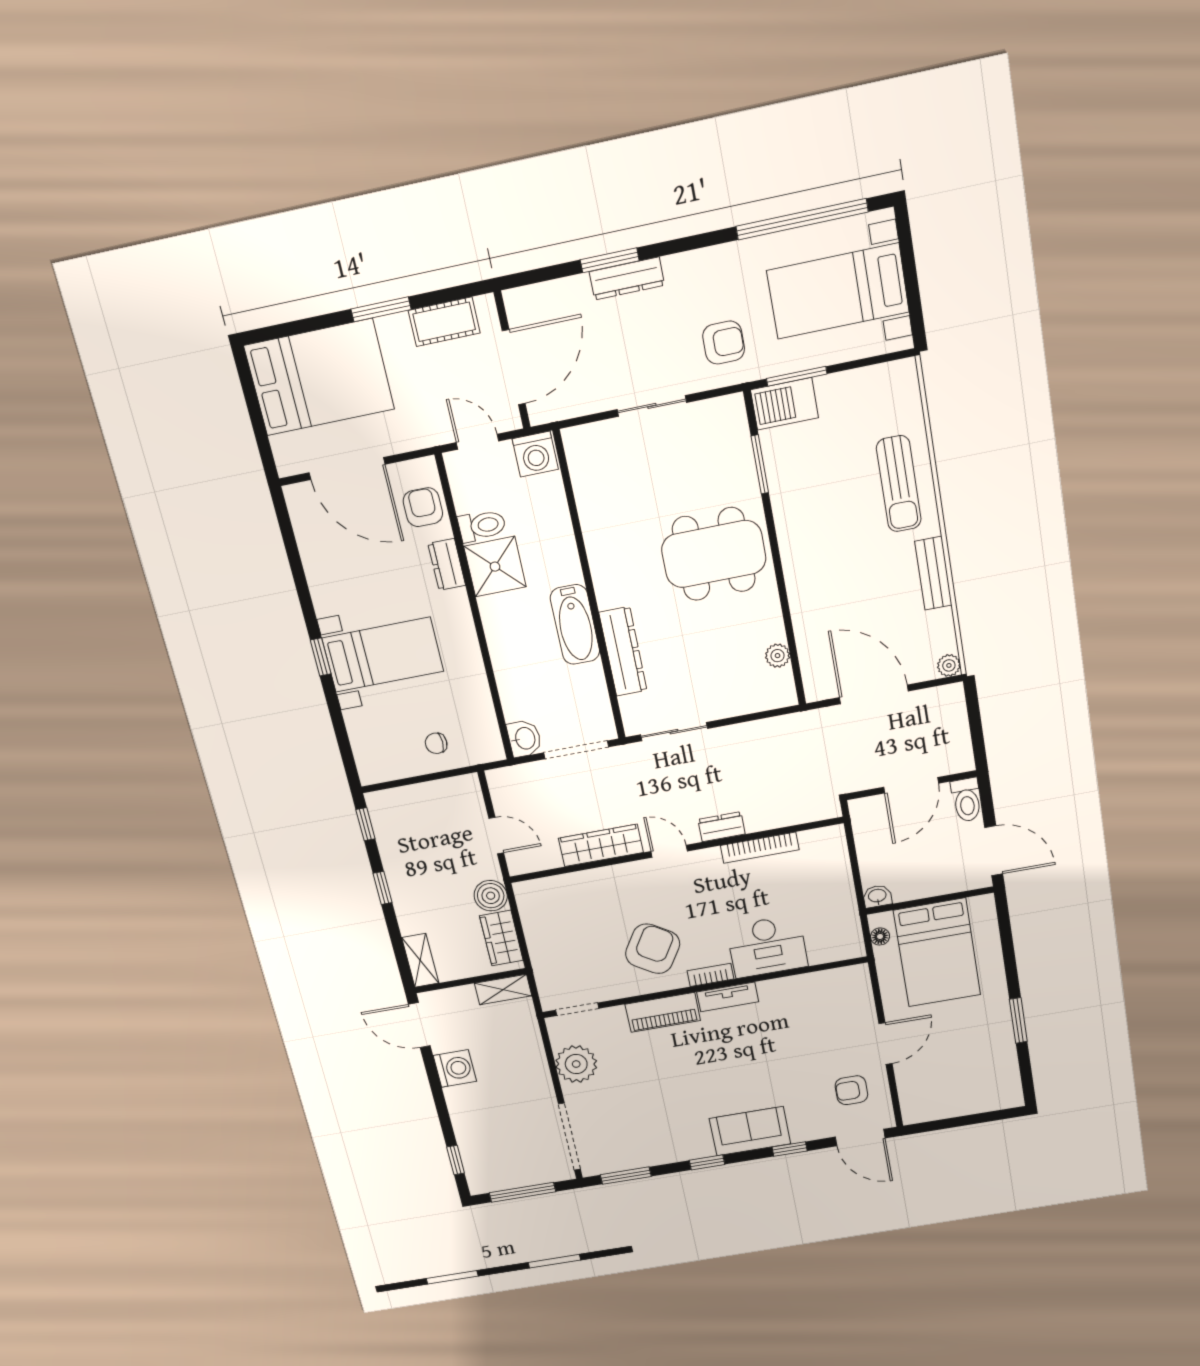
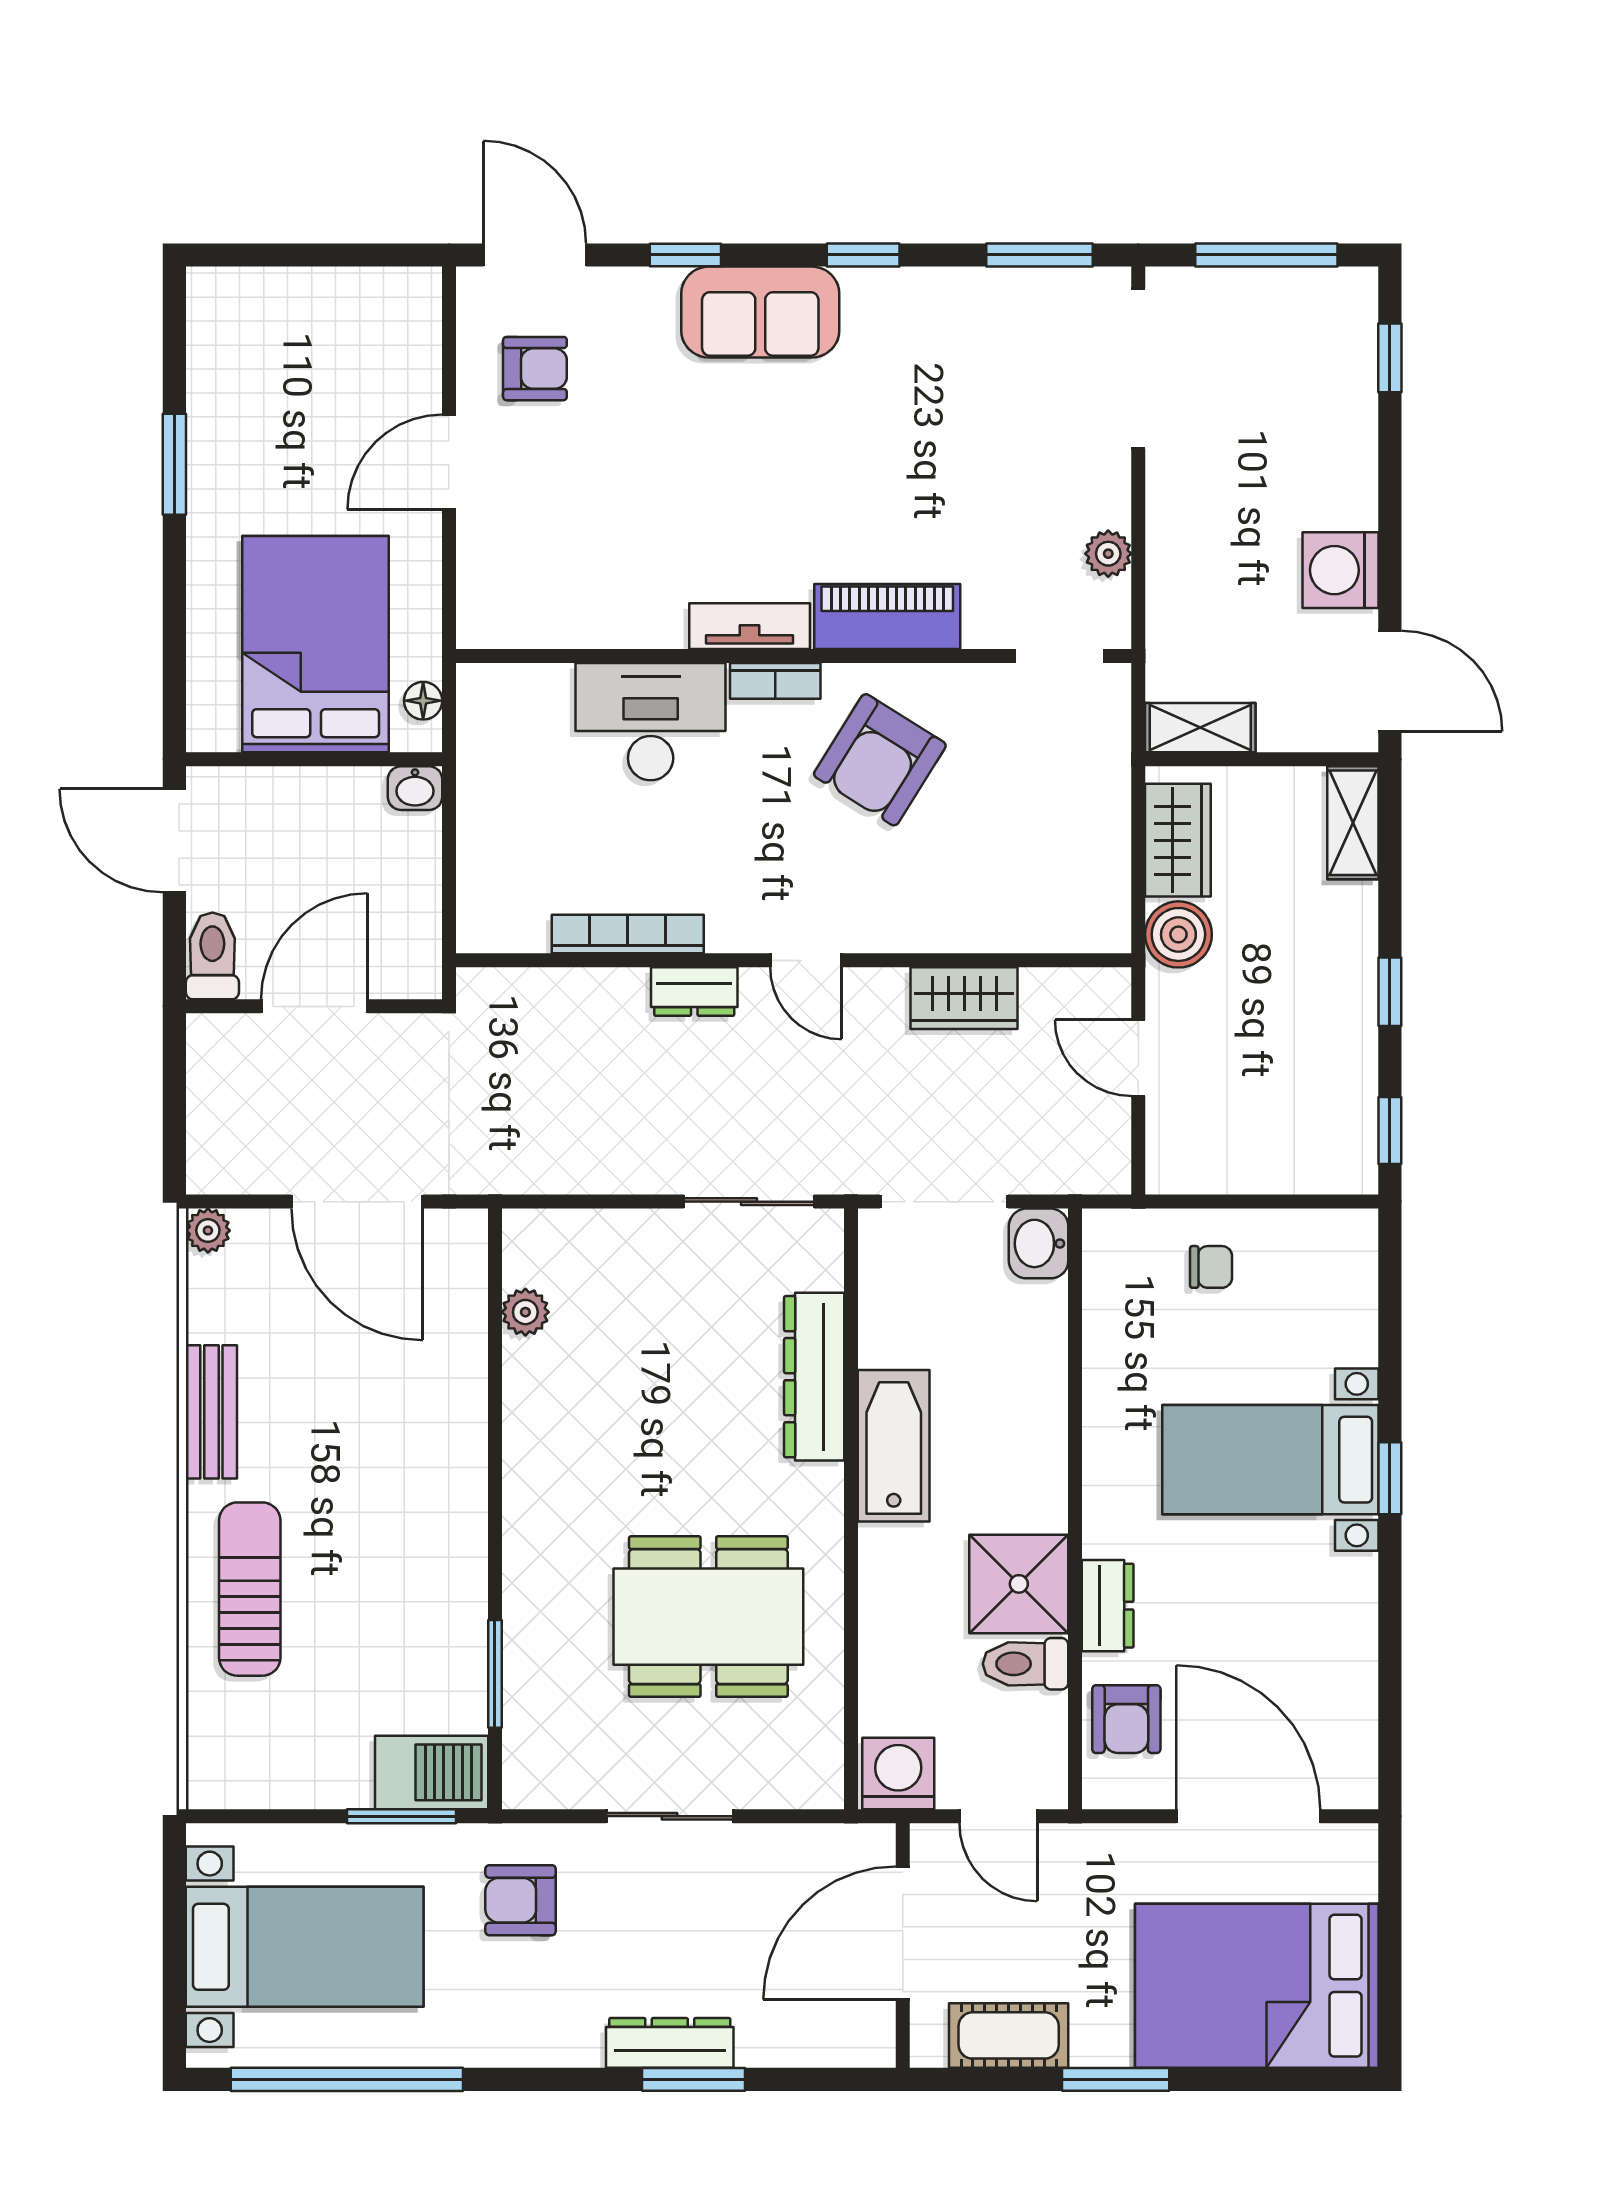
dining table: (714, 554) -> (708, 1617), moved
wardrobe: (601, 845) -> (964, 998), width x0.67
plant: (576, 1064) -> (1108, 554), width x0.53, depth x0.53

